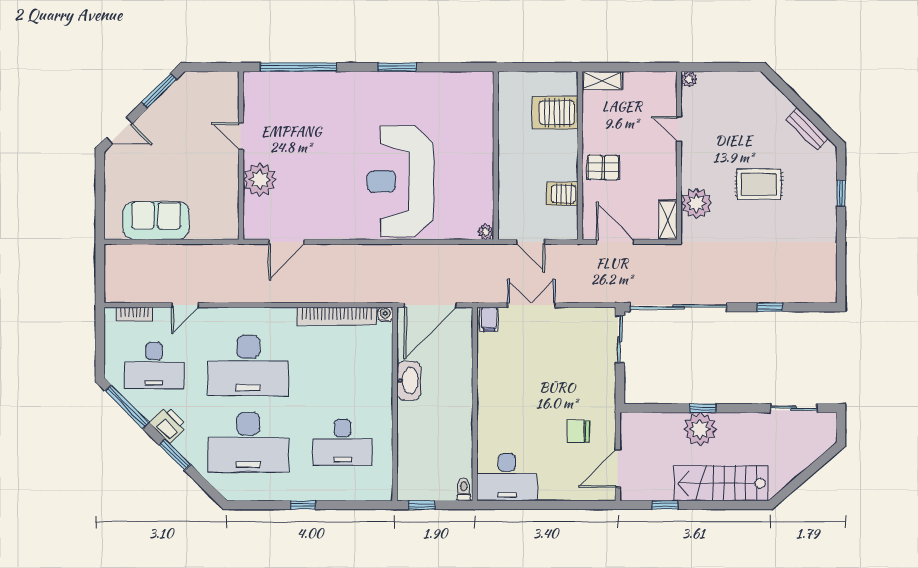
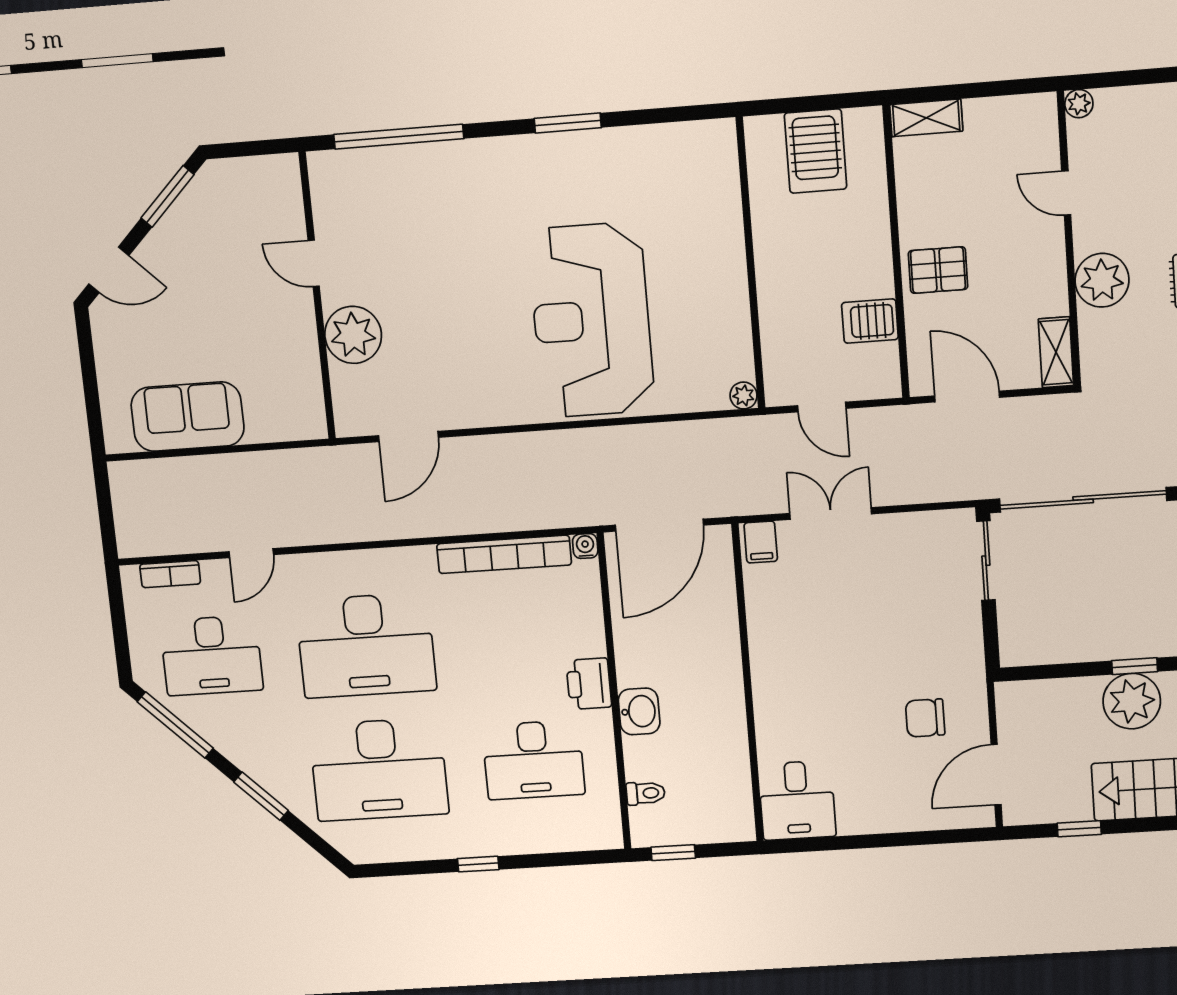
server rack: (555, 113) -> (815, 151), moved, turned -90
plant: (696, 203) -> (1102, 280), moved
washbasin: (409, 381) -> (639, 711), moved, width x0.72
printer: (168, 424) -> (589, 684), moved, turned -135
desk: (507, 477) -> (797, 800), width x0.73
toilet: (464, 489) -> (646, 793), moved, turned 90

